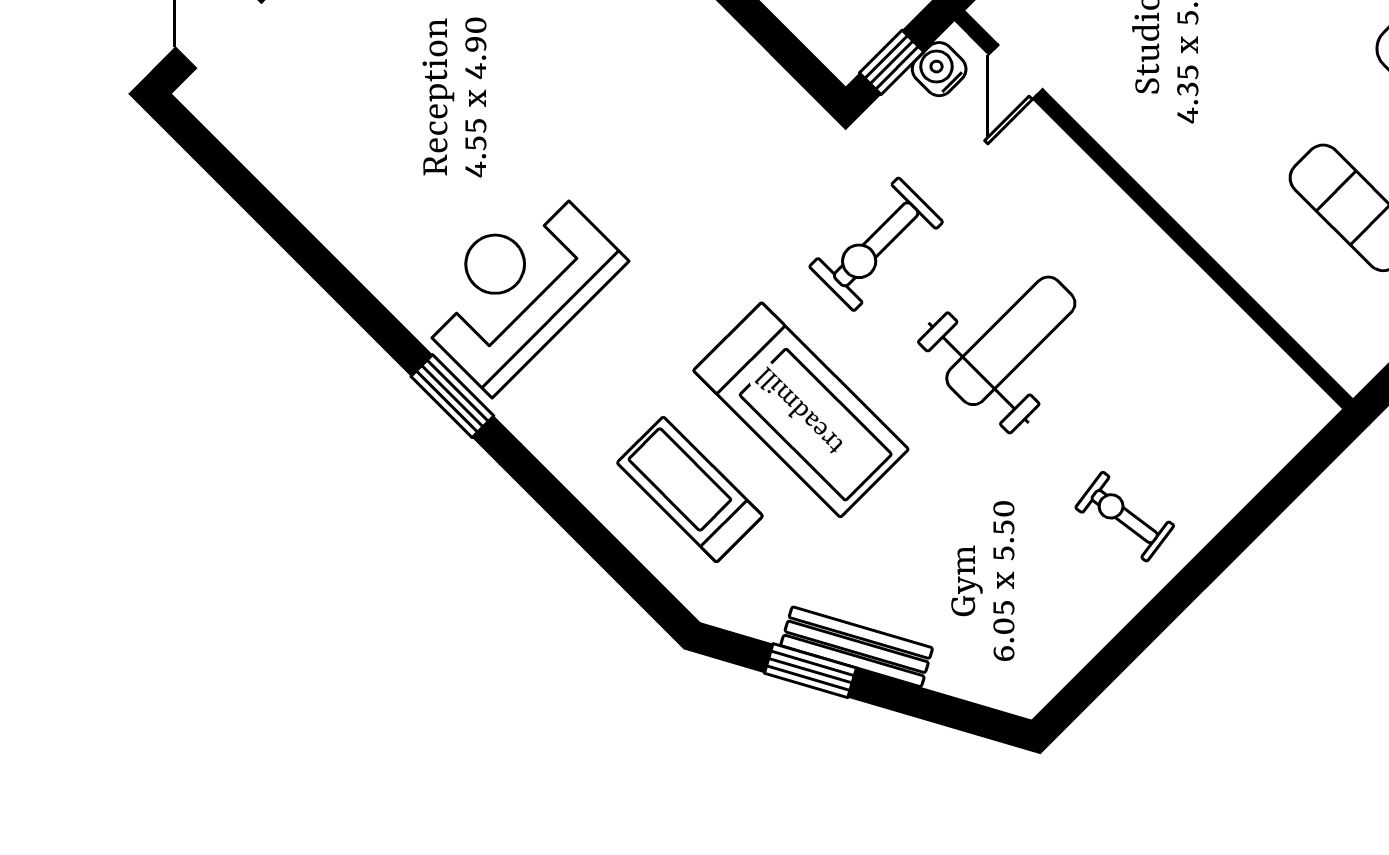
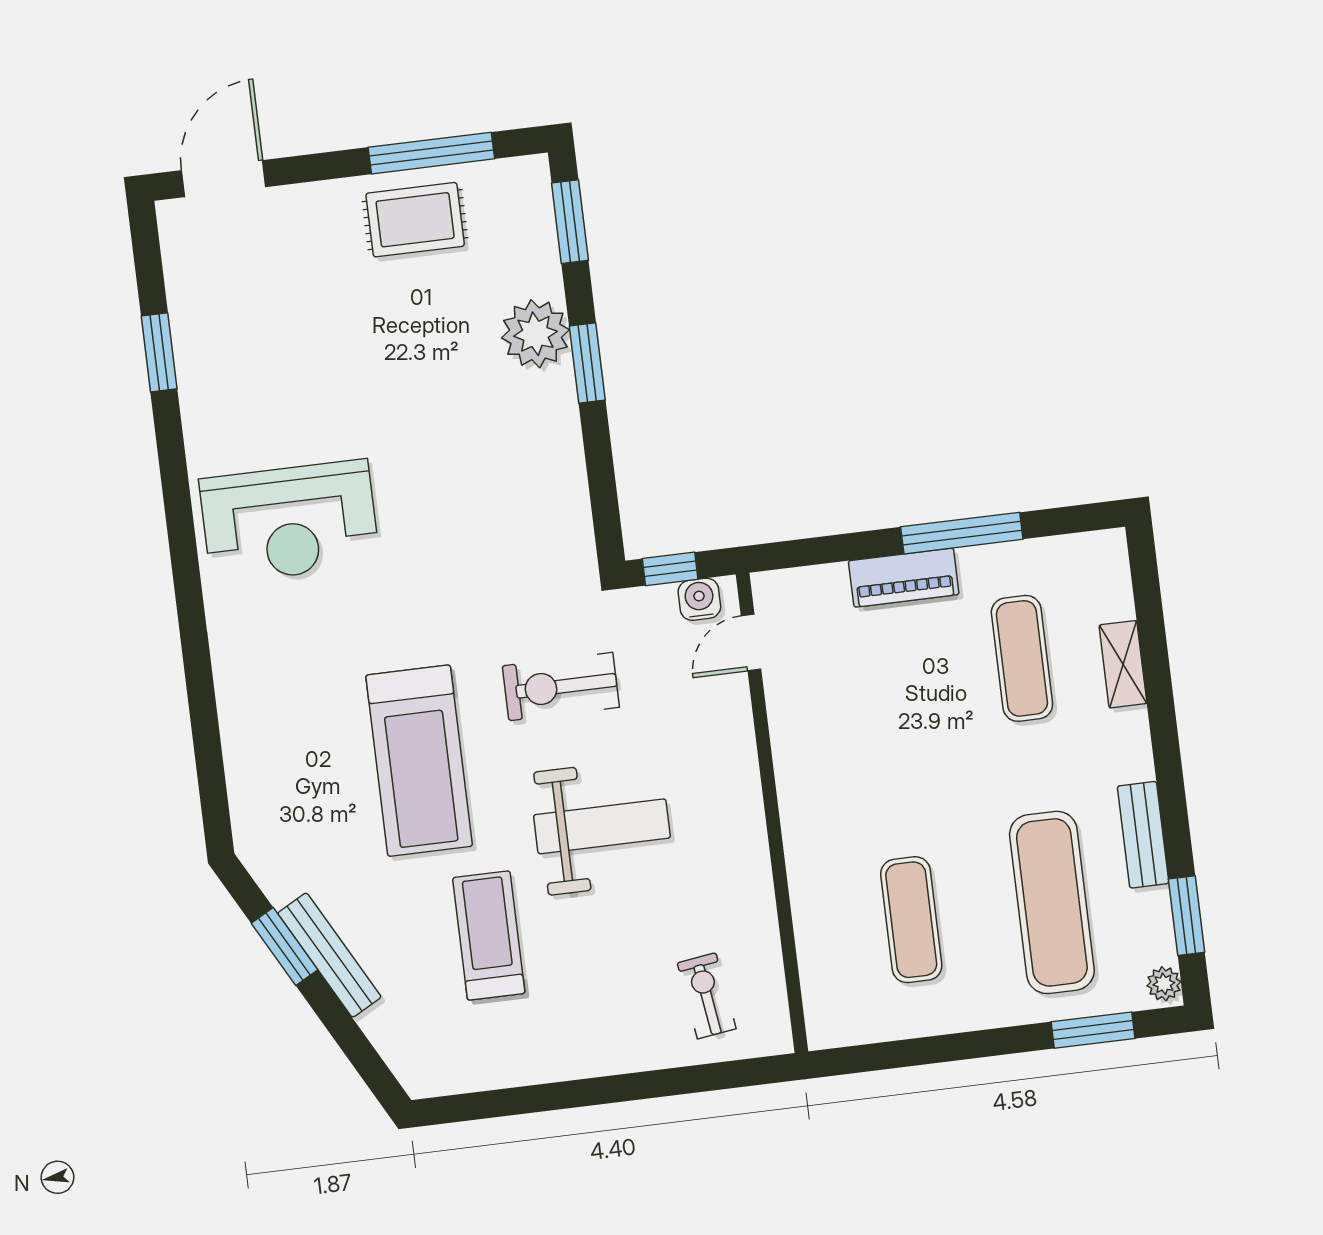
reception desk: (518, 287) -> (289, 522), turned 180
window: (452, 396) -> (159, 352), moved
treadmill: (690, 489) -> (489, 936), moved
exercise bike: (1125, 517) -> (707, 996), moved

